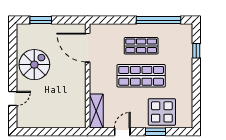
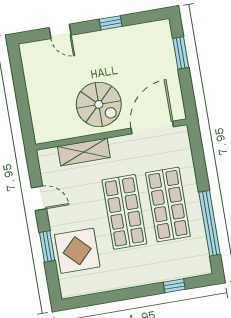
shop shelf: (141, 46) -> (168, 205), width x1.43, depth x1.36
window: (13, 64) -> (111, 23), added
spiral stairs: (34, 65) -> (99, 104), moved
shelving: (96, 111) -> (84, 152), moved

